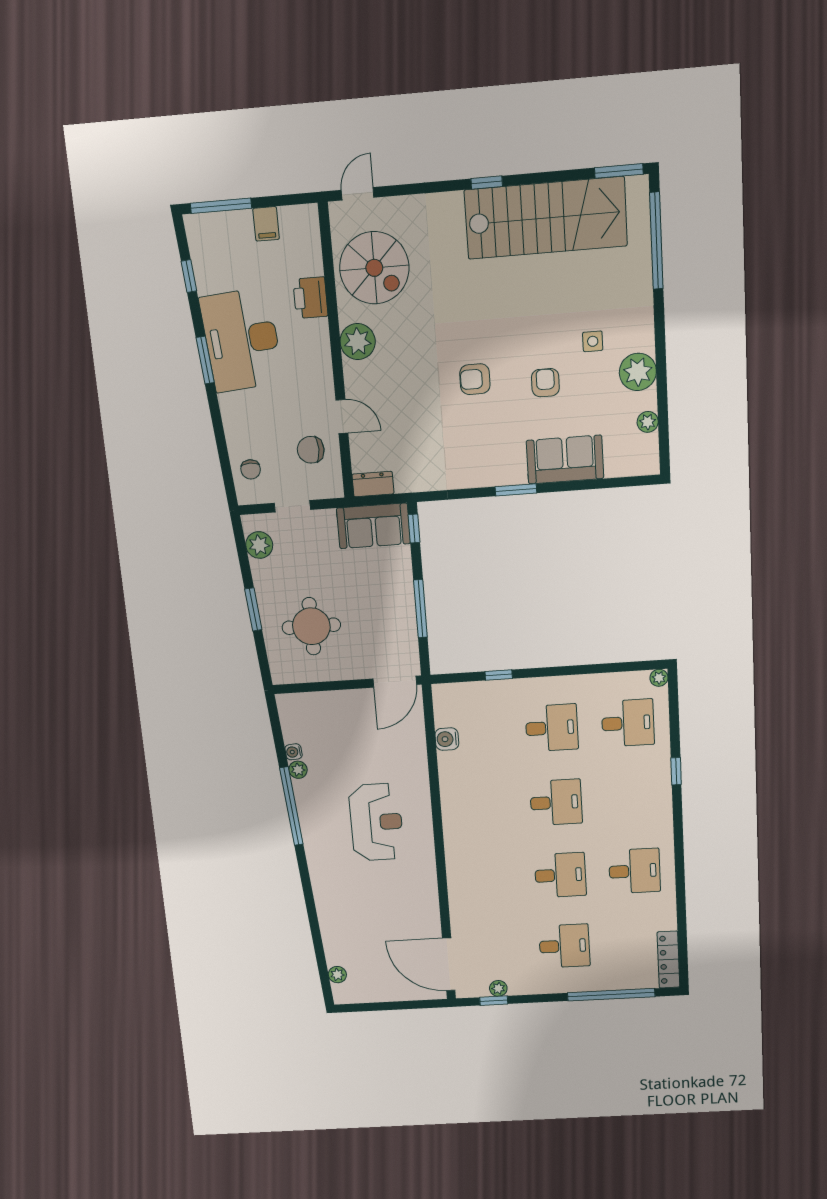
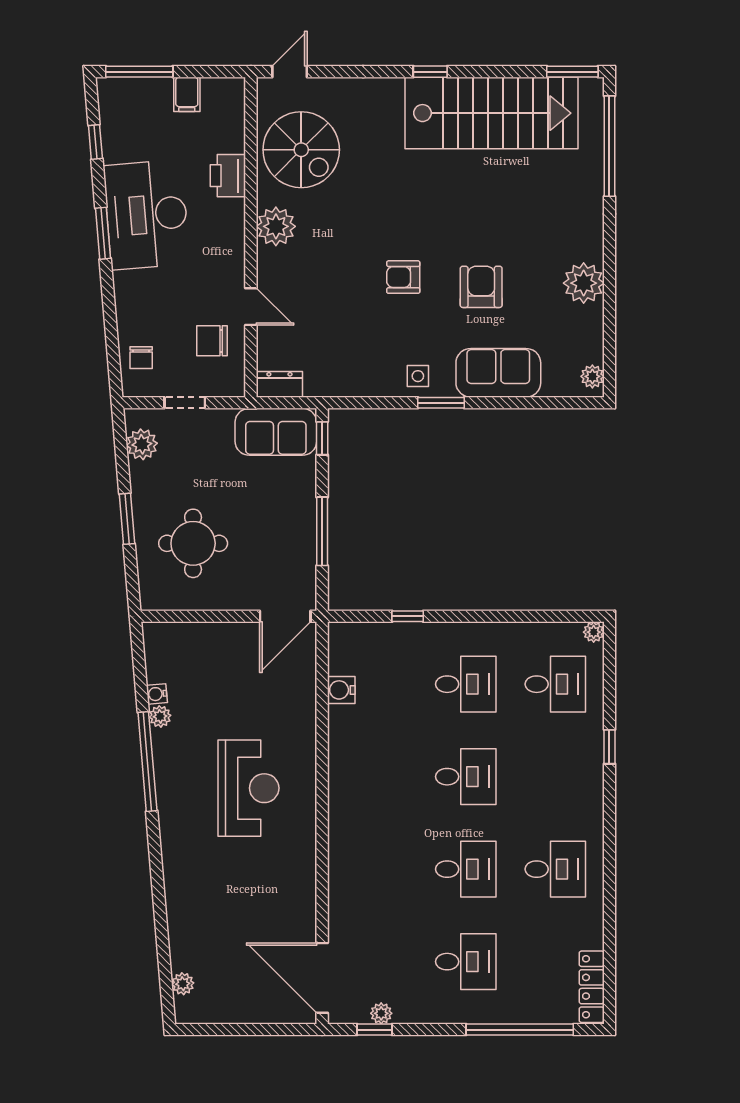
side table: (593, 341) -> (418, 376), moved
armchair: (545, 383) -> (481, 287), width x1.38, depth x1.38
plant: (648, 422) -> (592, 376), moved

